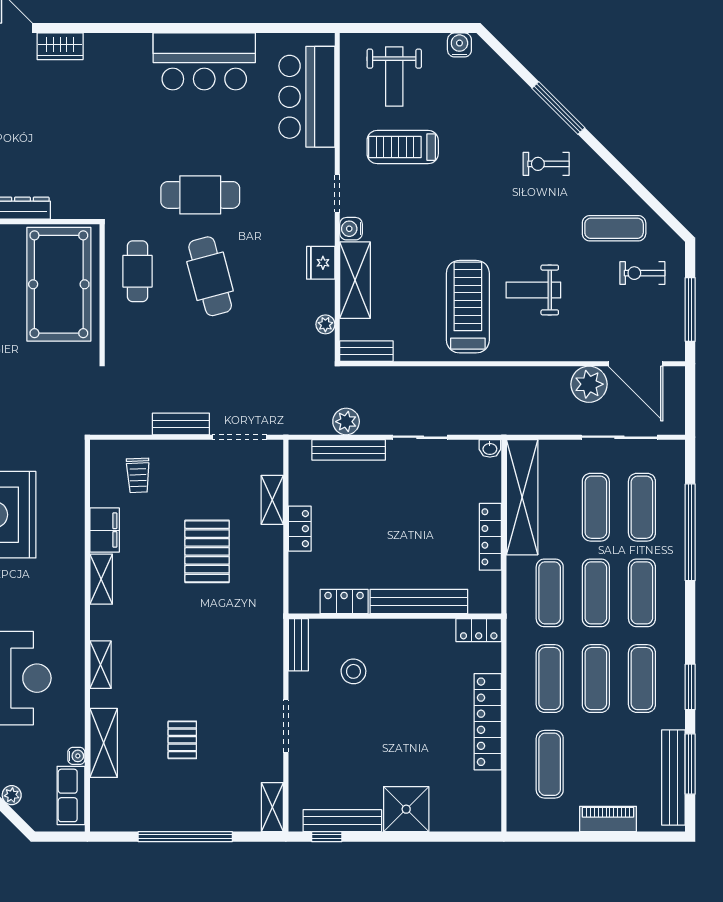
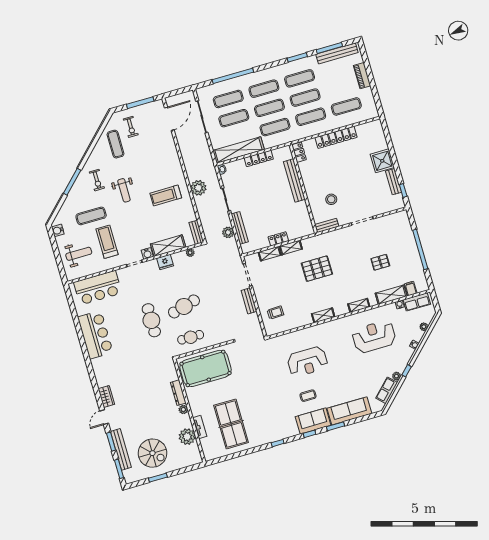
exercise mat: (470, 128) -> (91, 216), added
treadmill: (403, 147) -> (107, 242), turned 180
weight bench: (533, 290) -> (124, 190), moved
treadmill: (468, 307) -> (166, 196), width x0.73, depth x0.73
plant: (589, 384) -> (198, 188), moved
filing cabinet: (105, 530) -> (411, 289), moved, width x0.50
pallet: (207, 551) -> (317, 269), moved
locker: (344, 602) -> (303, 212), removed
shelving: (272, 807) -> (291, 248), moved
bench: (342, 821) -> (393, 182), width x0.73

